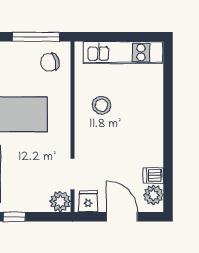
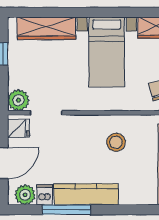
kitchen counter: (153, 135) -> (86, 194), added
window: (168, 154) -> (67, 210), added

